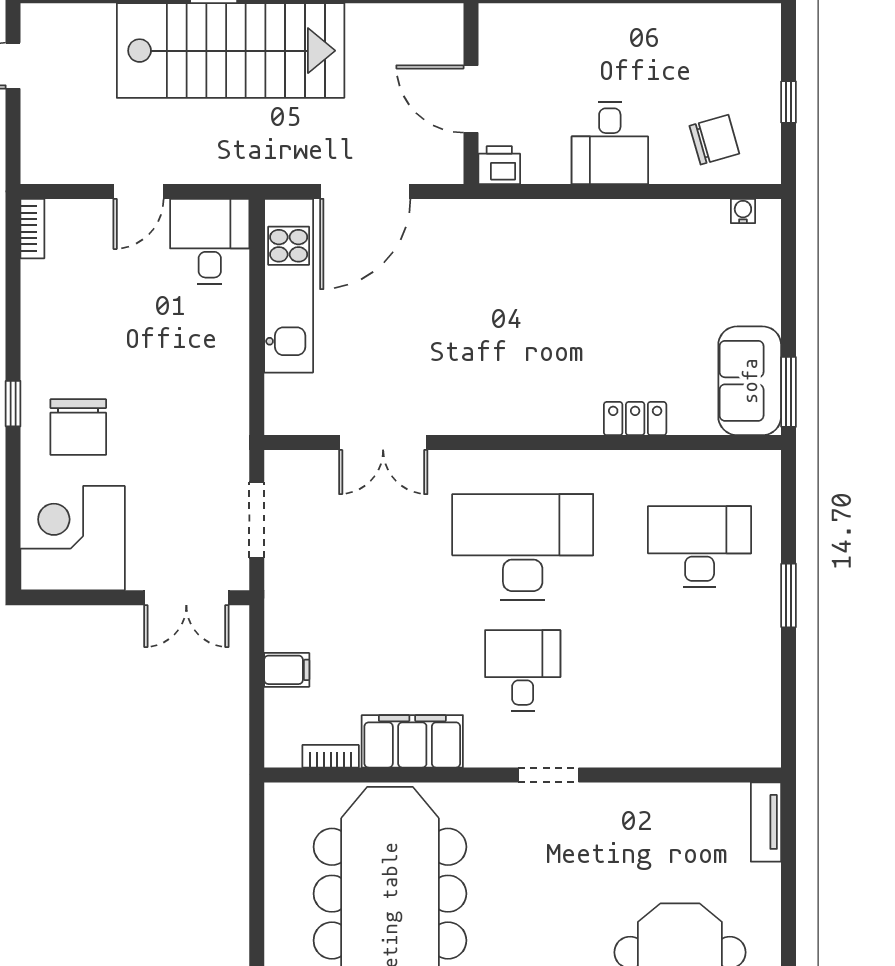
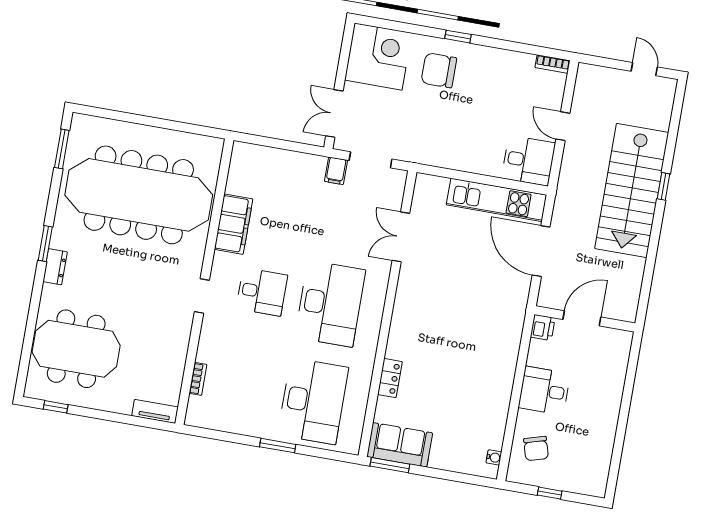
desk: (700, 547) -> (313, 401), width x1.36, depth x1.30
filing cabinet: (287, 670) -> (336, 171), moved
bookcase: (331, 756) -> (198, 379), moved

